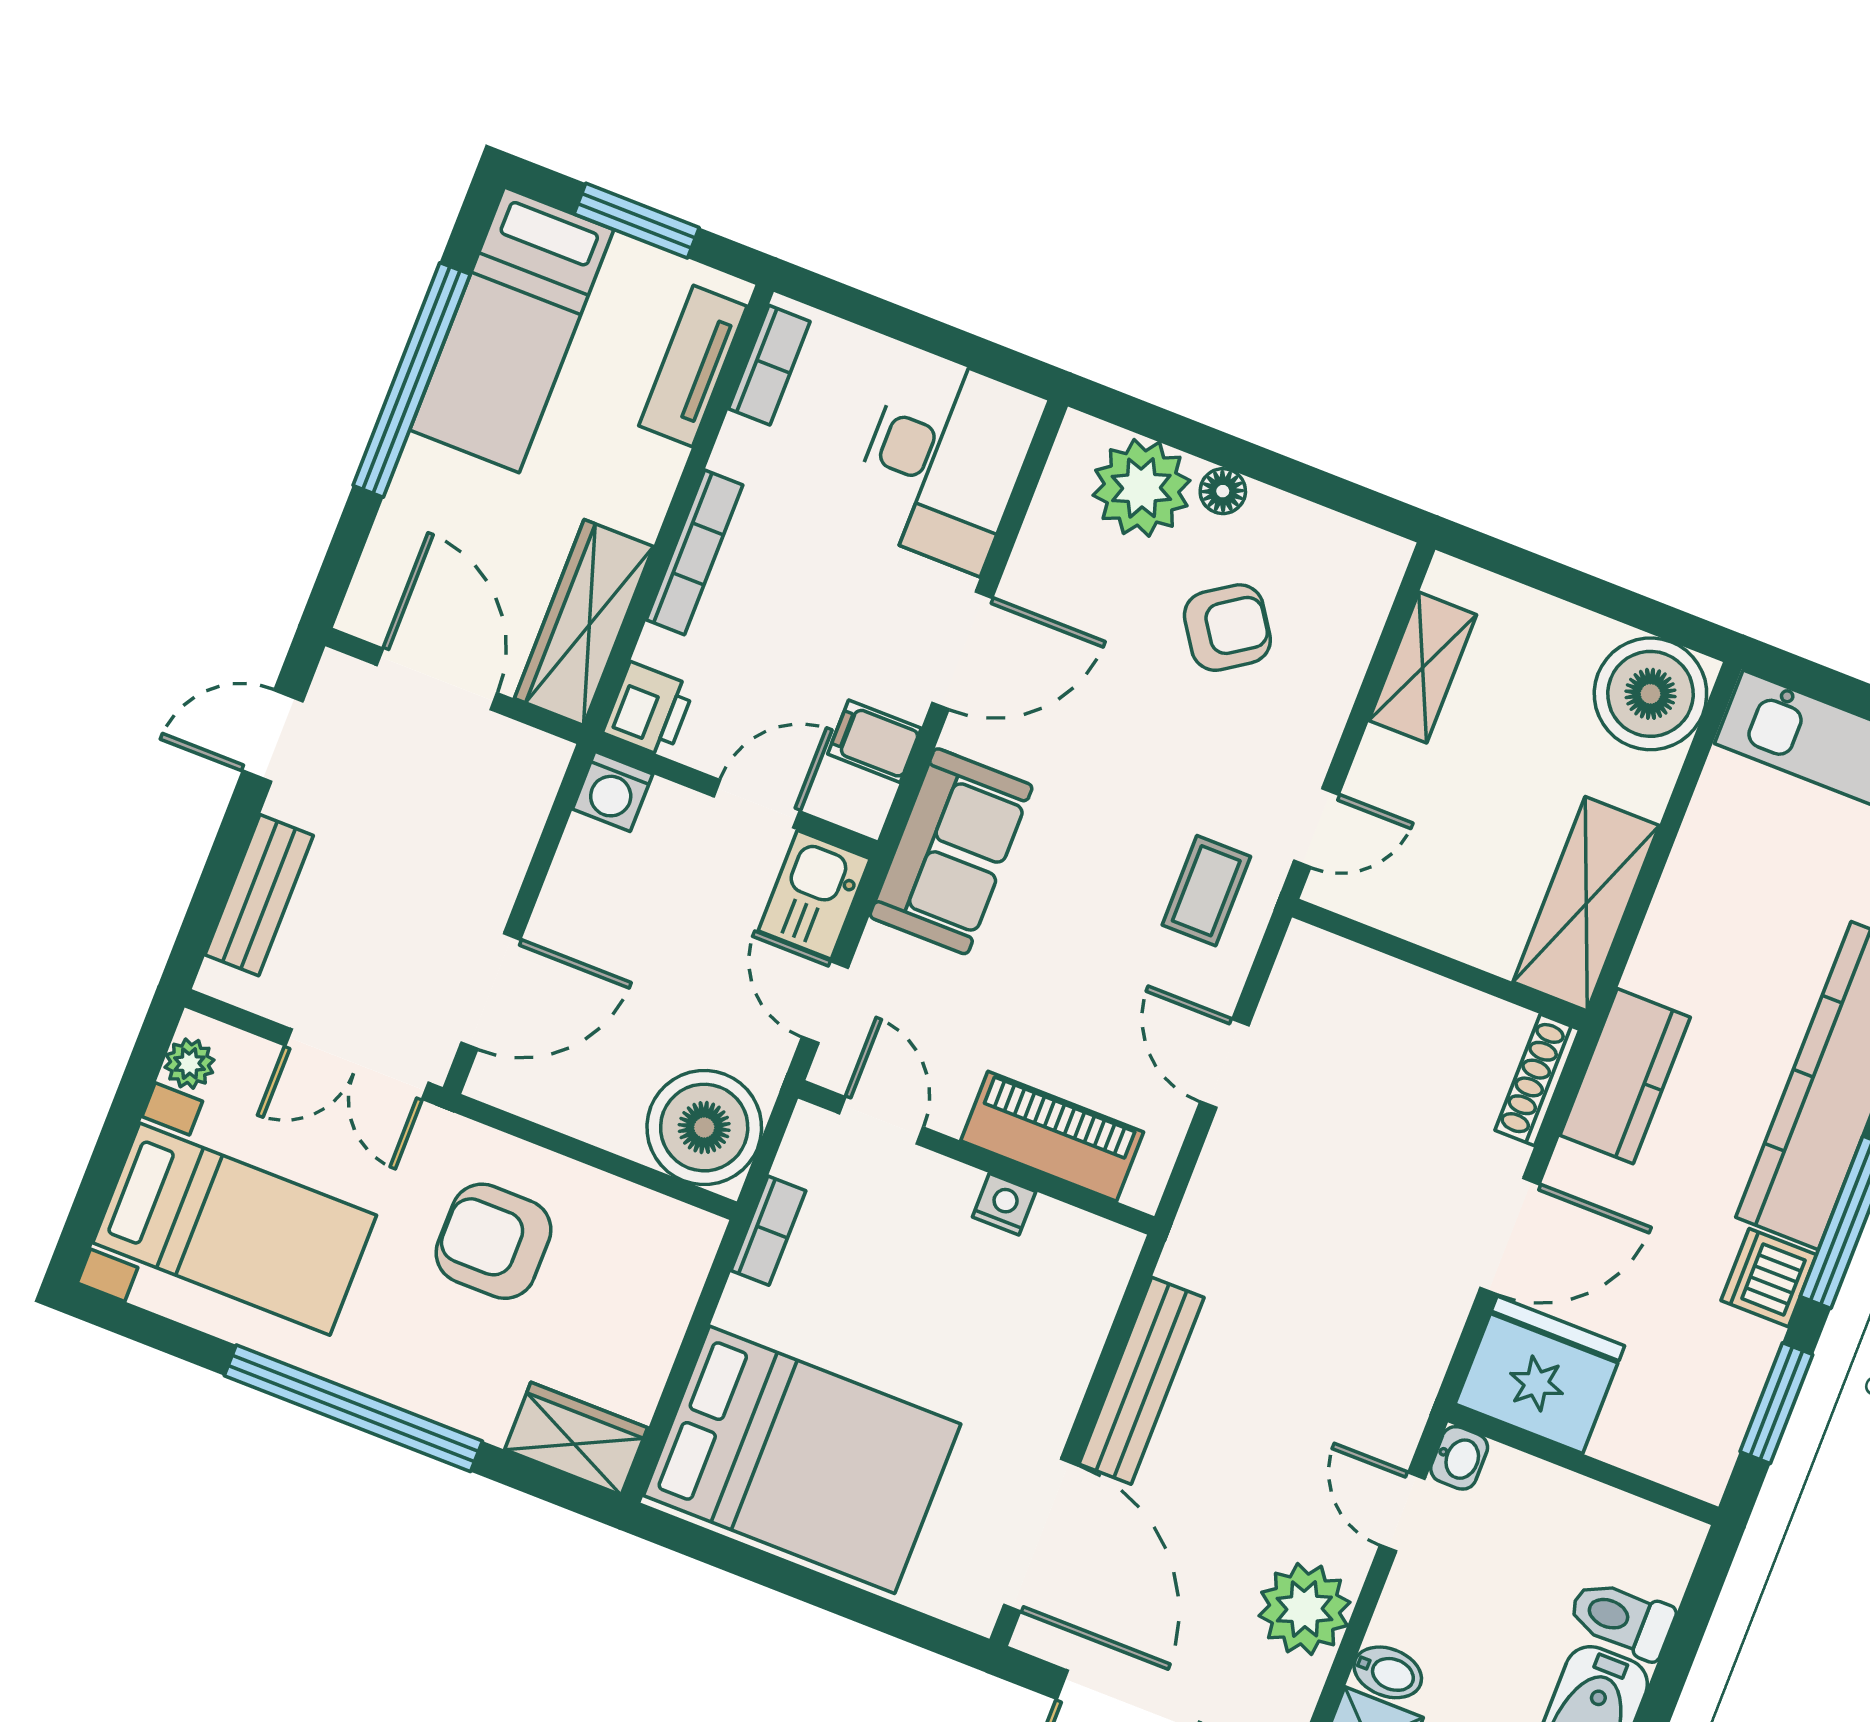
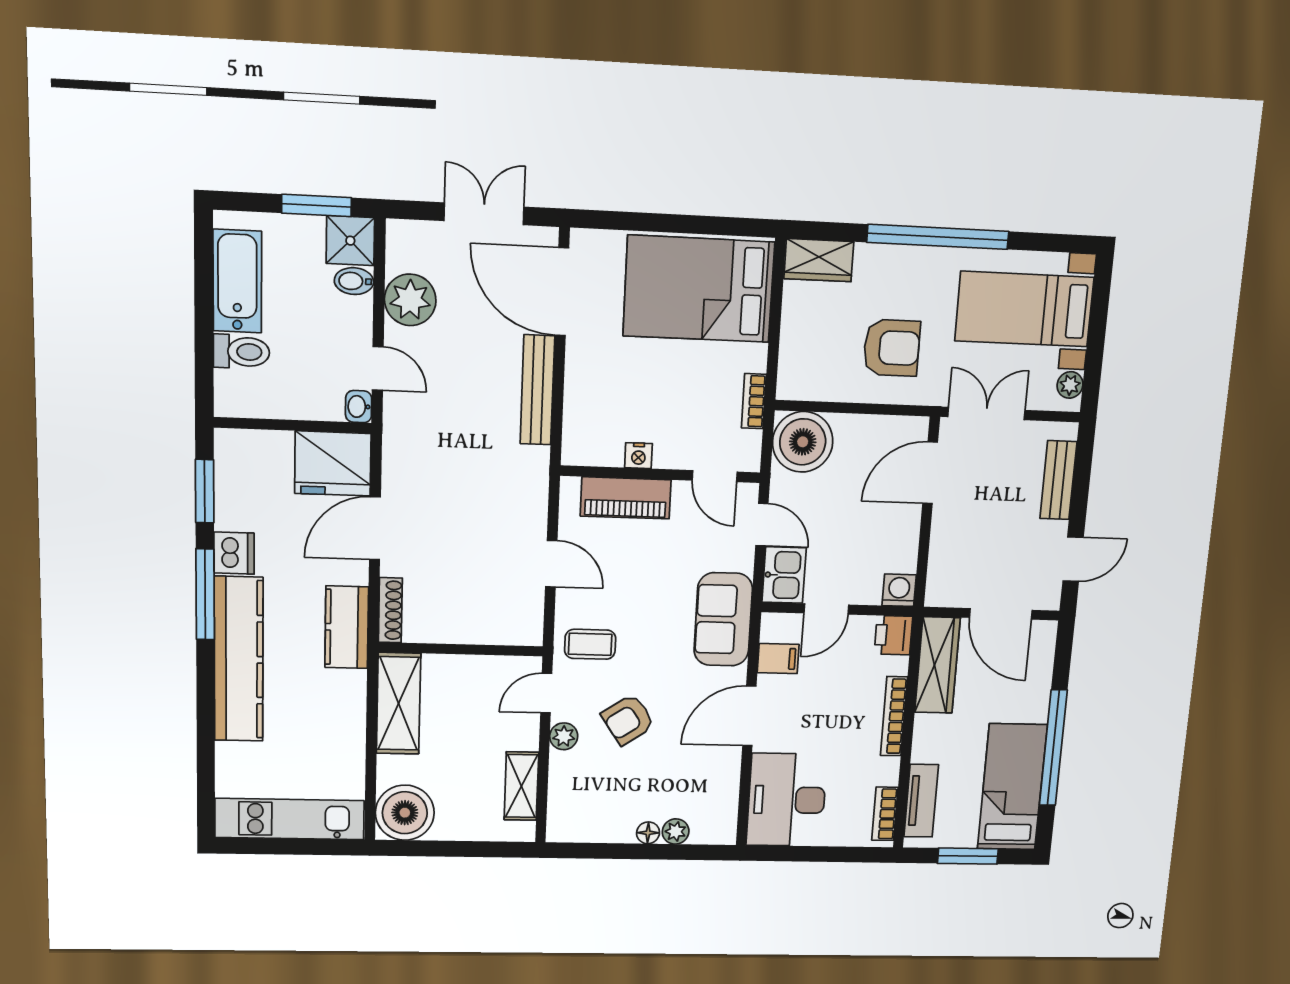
plant: (1141, 488) -> (676, 831), width x0.53, depth x0.53
armchair: (1227, 628) -> (628, 720), moved
plant: (1313, 735) -> (564, 736), added
coffee table: (1206, 891) -> (590, 644), turned 90

